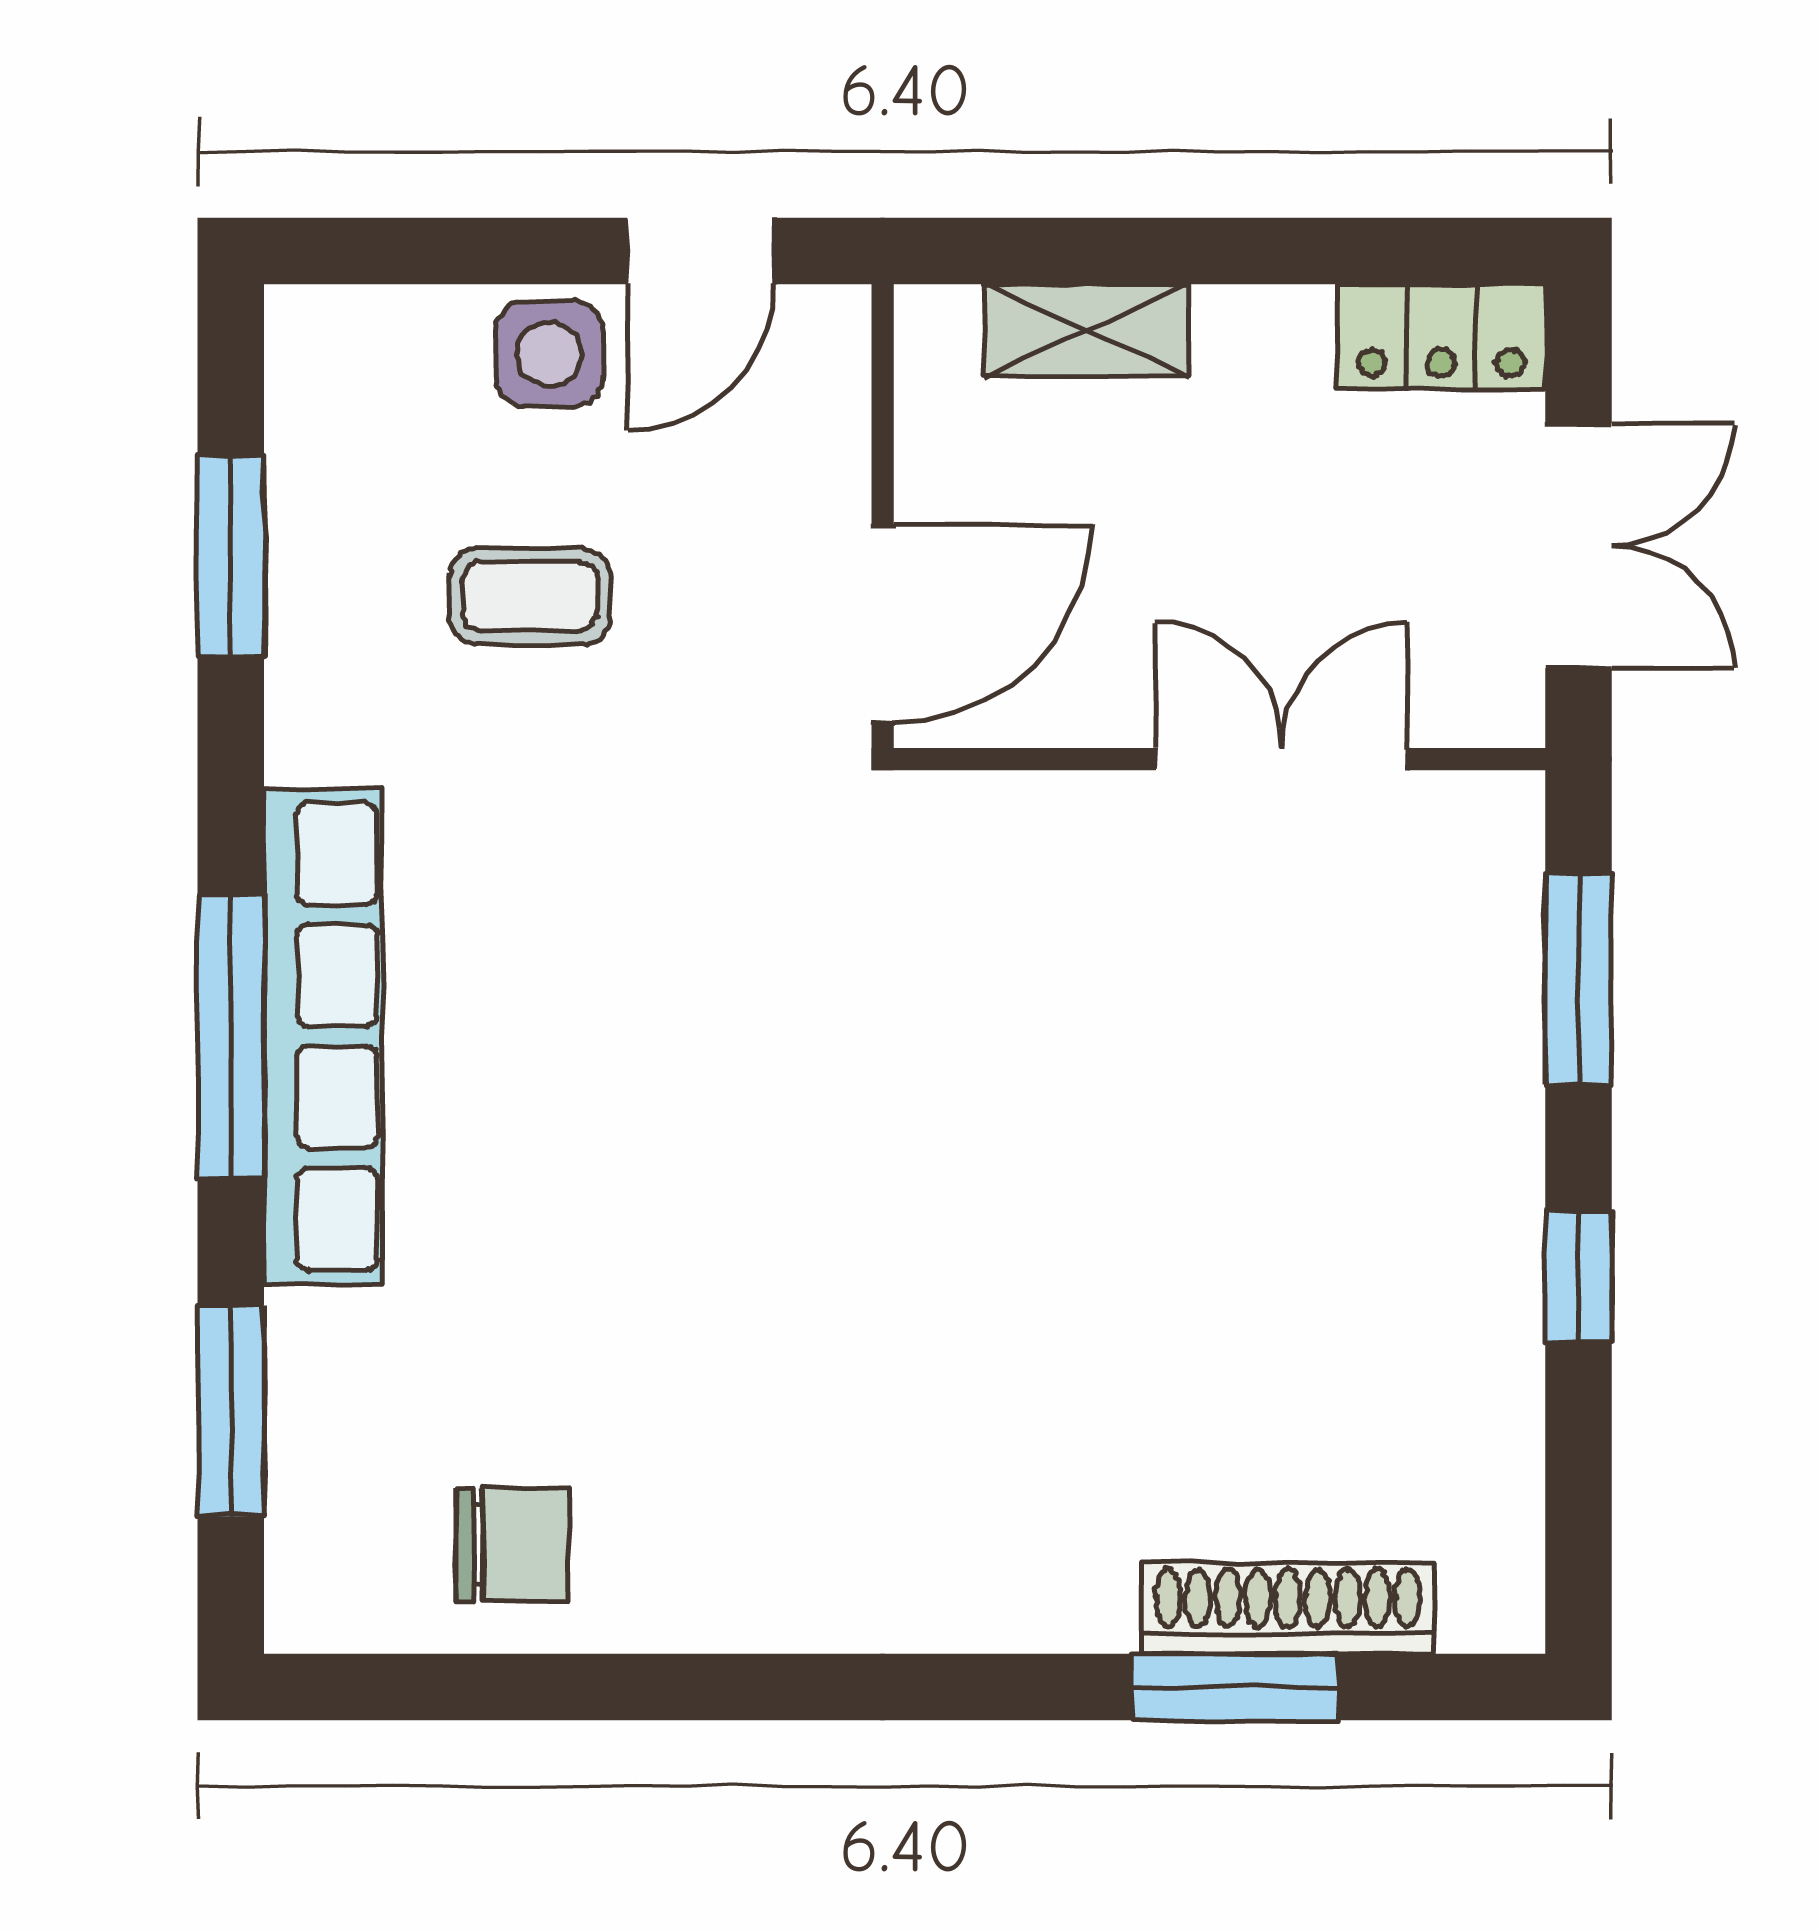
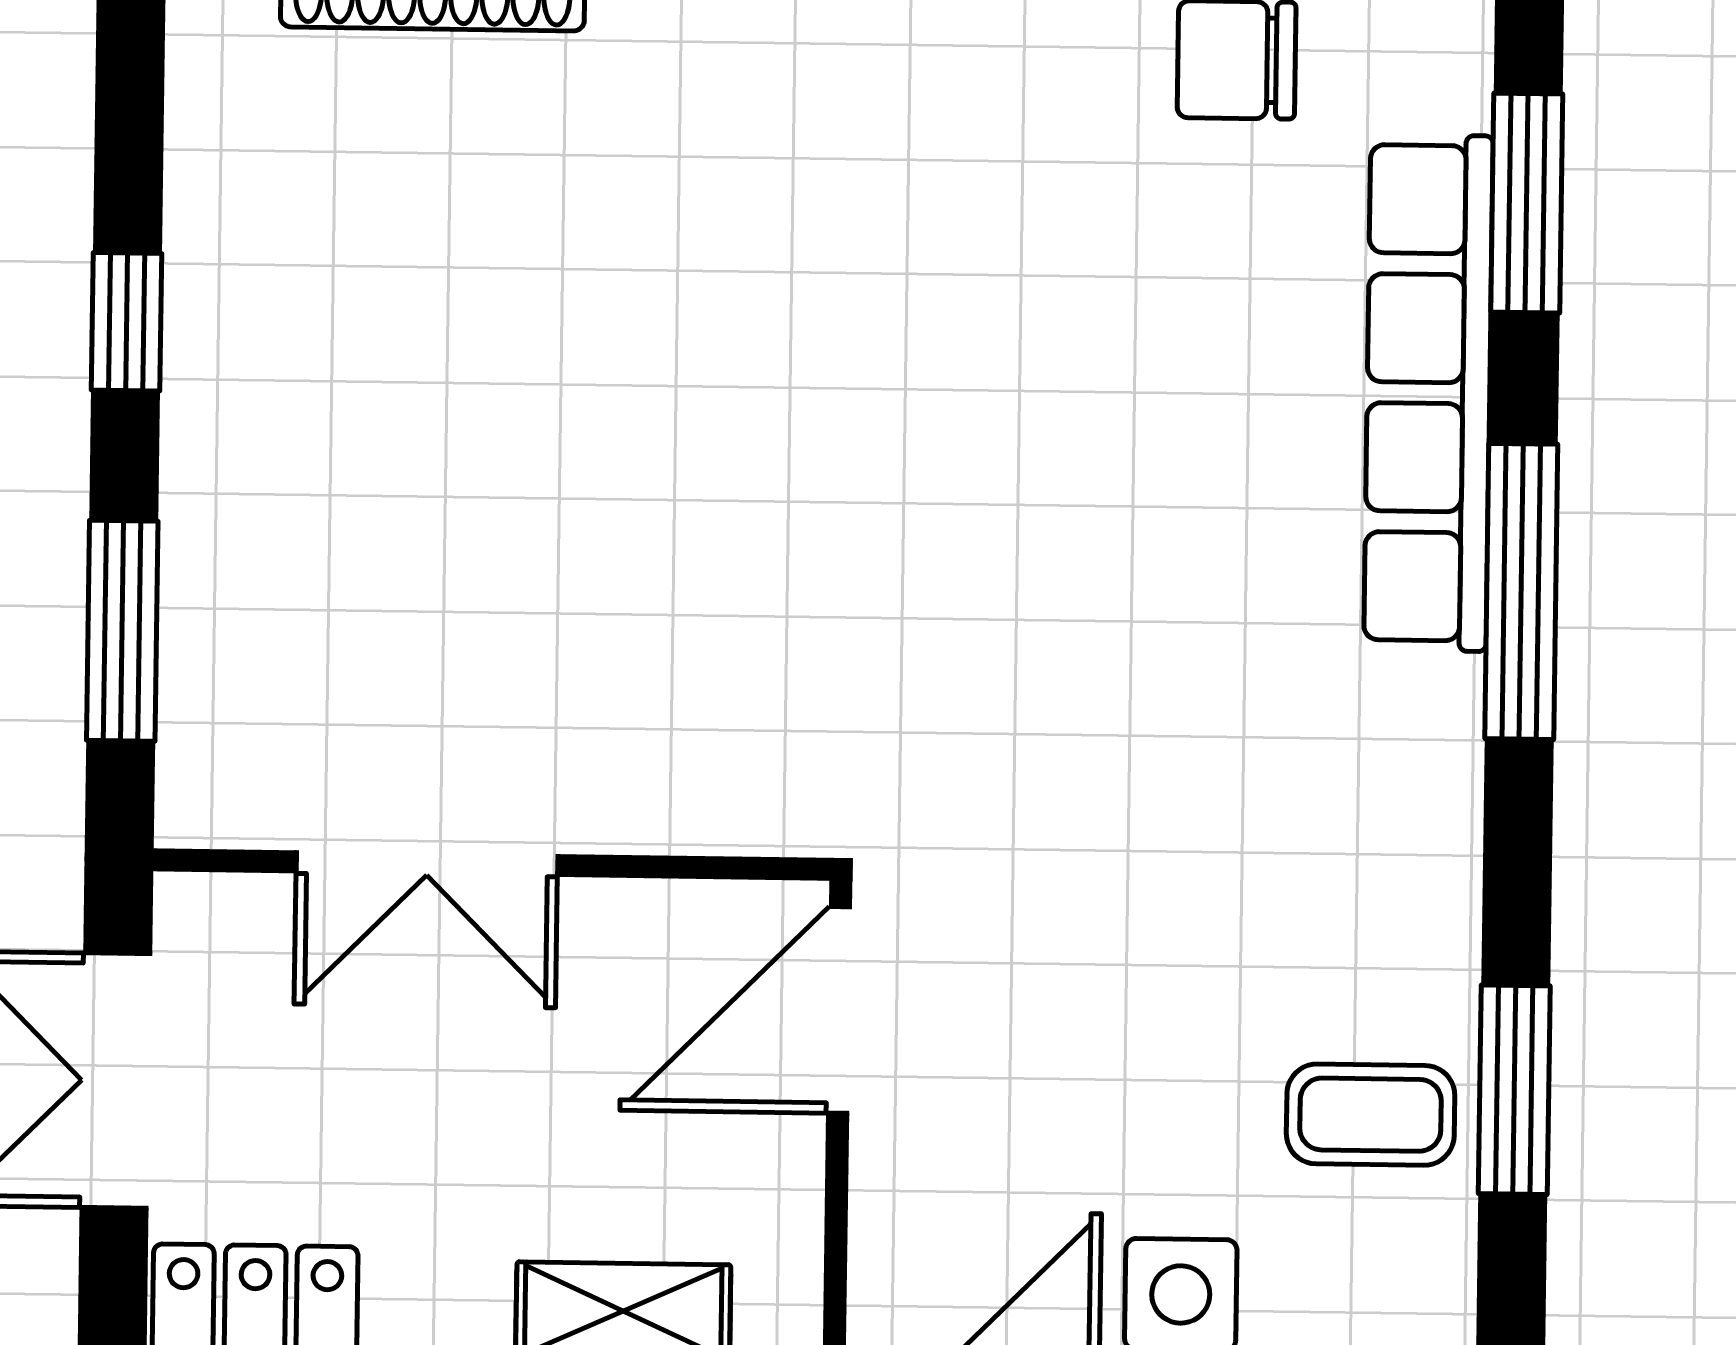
coffee table: (530, 596) -> (1371, 1115), moved
row of seats: (323, 1036) -> (1428, 393), moved

